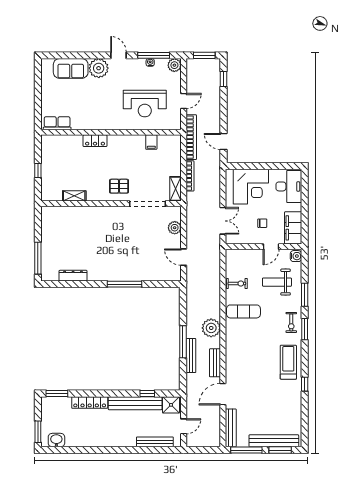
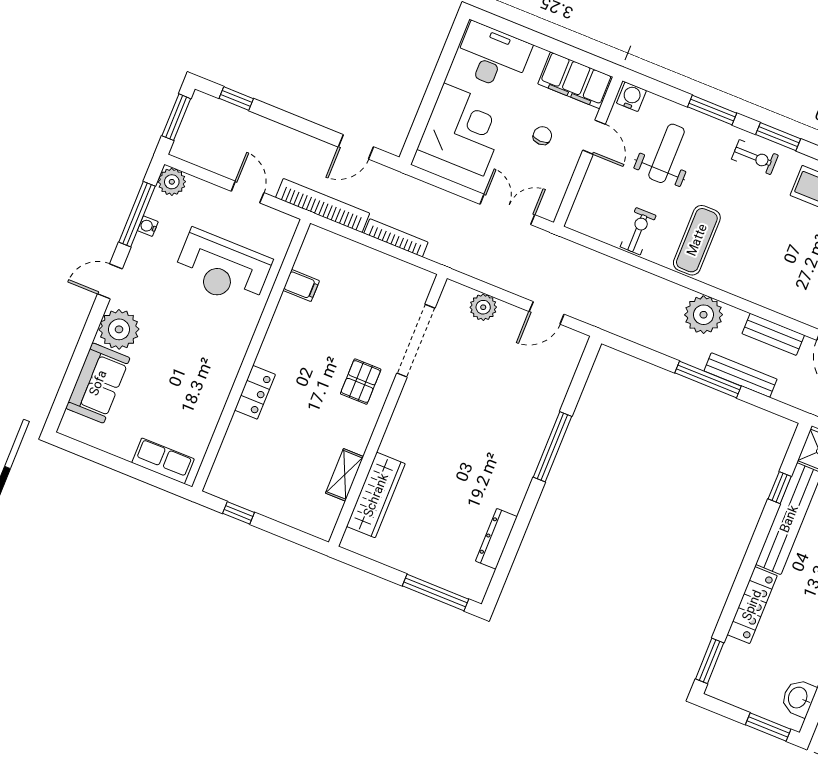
reception desk: (145, 104) -> (222, 268), turned 90
row of seats: (57, 123) -> (163, 461), moved, turned 90
window: (38, 170) -> (239, 513), moved
shelving: (176, 189) -> (409, 275), removed
wardrobe: (71, 214) -> (376, 495), added
weight bench: (277, 282) -> (667, 153), turned 180

